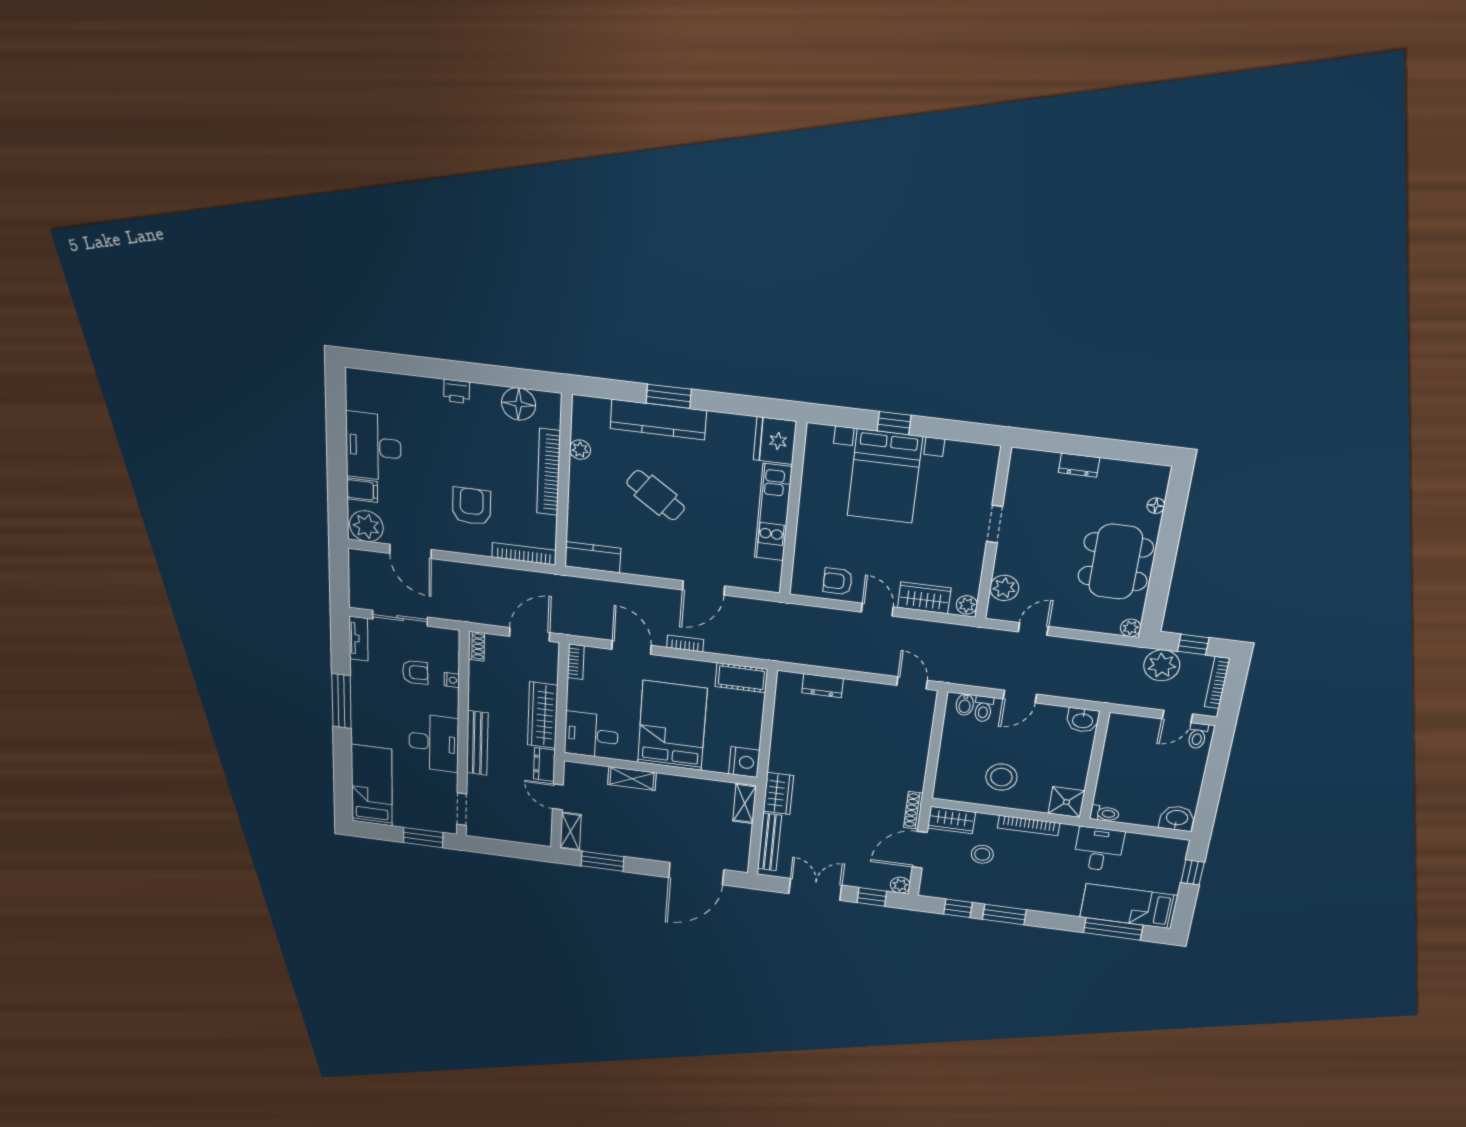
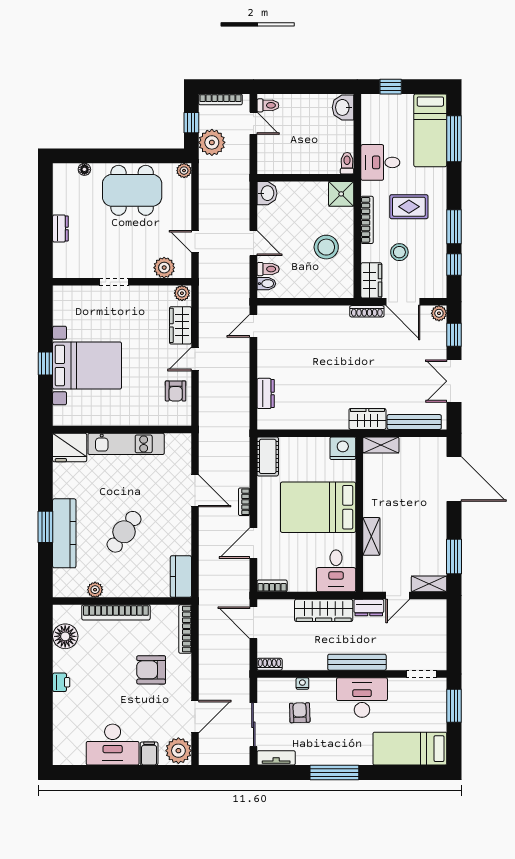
rug: (1037, 872) -> (409, 207), added

